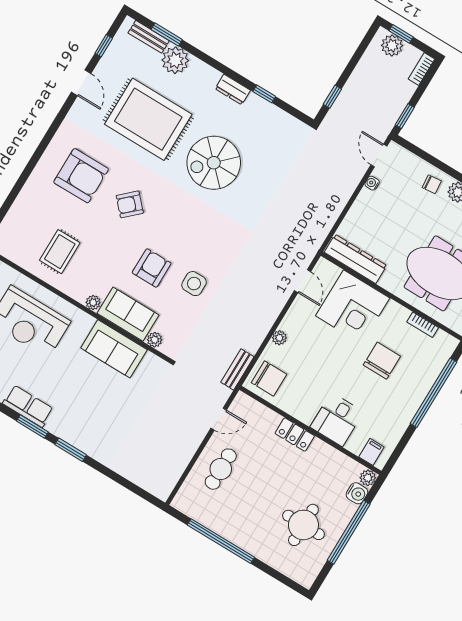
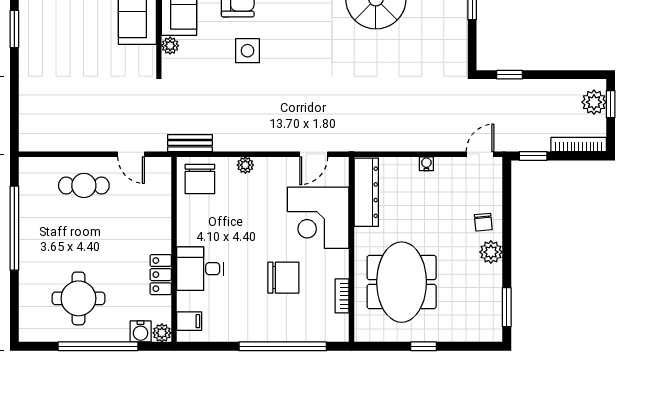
bookcase: (422, 69) -> (579, 145), width x1.56
water cooler: (372, 183) -> (426, 164), moved
locker: (295, 435) -> (161, 275), moved

